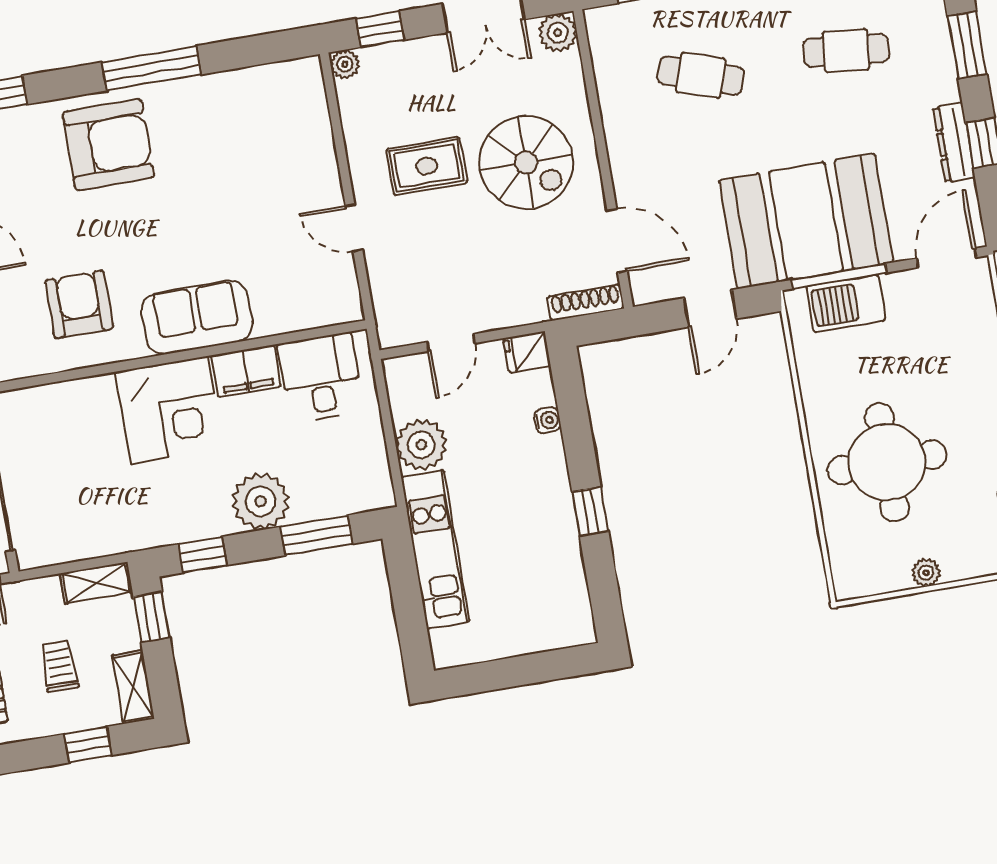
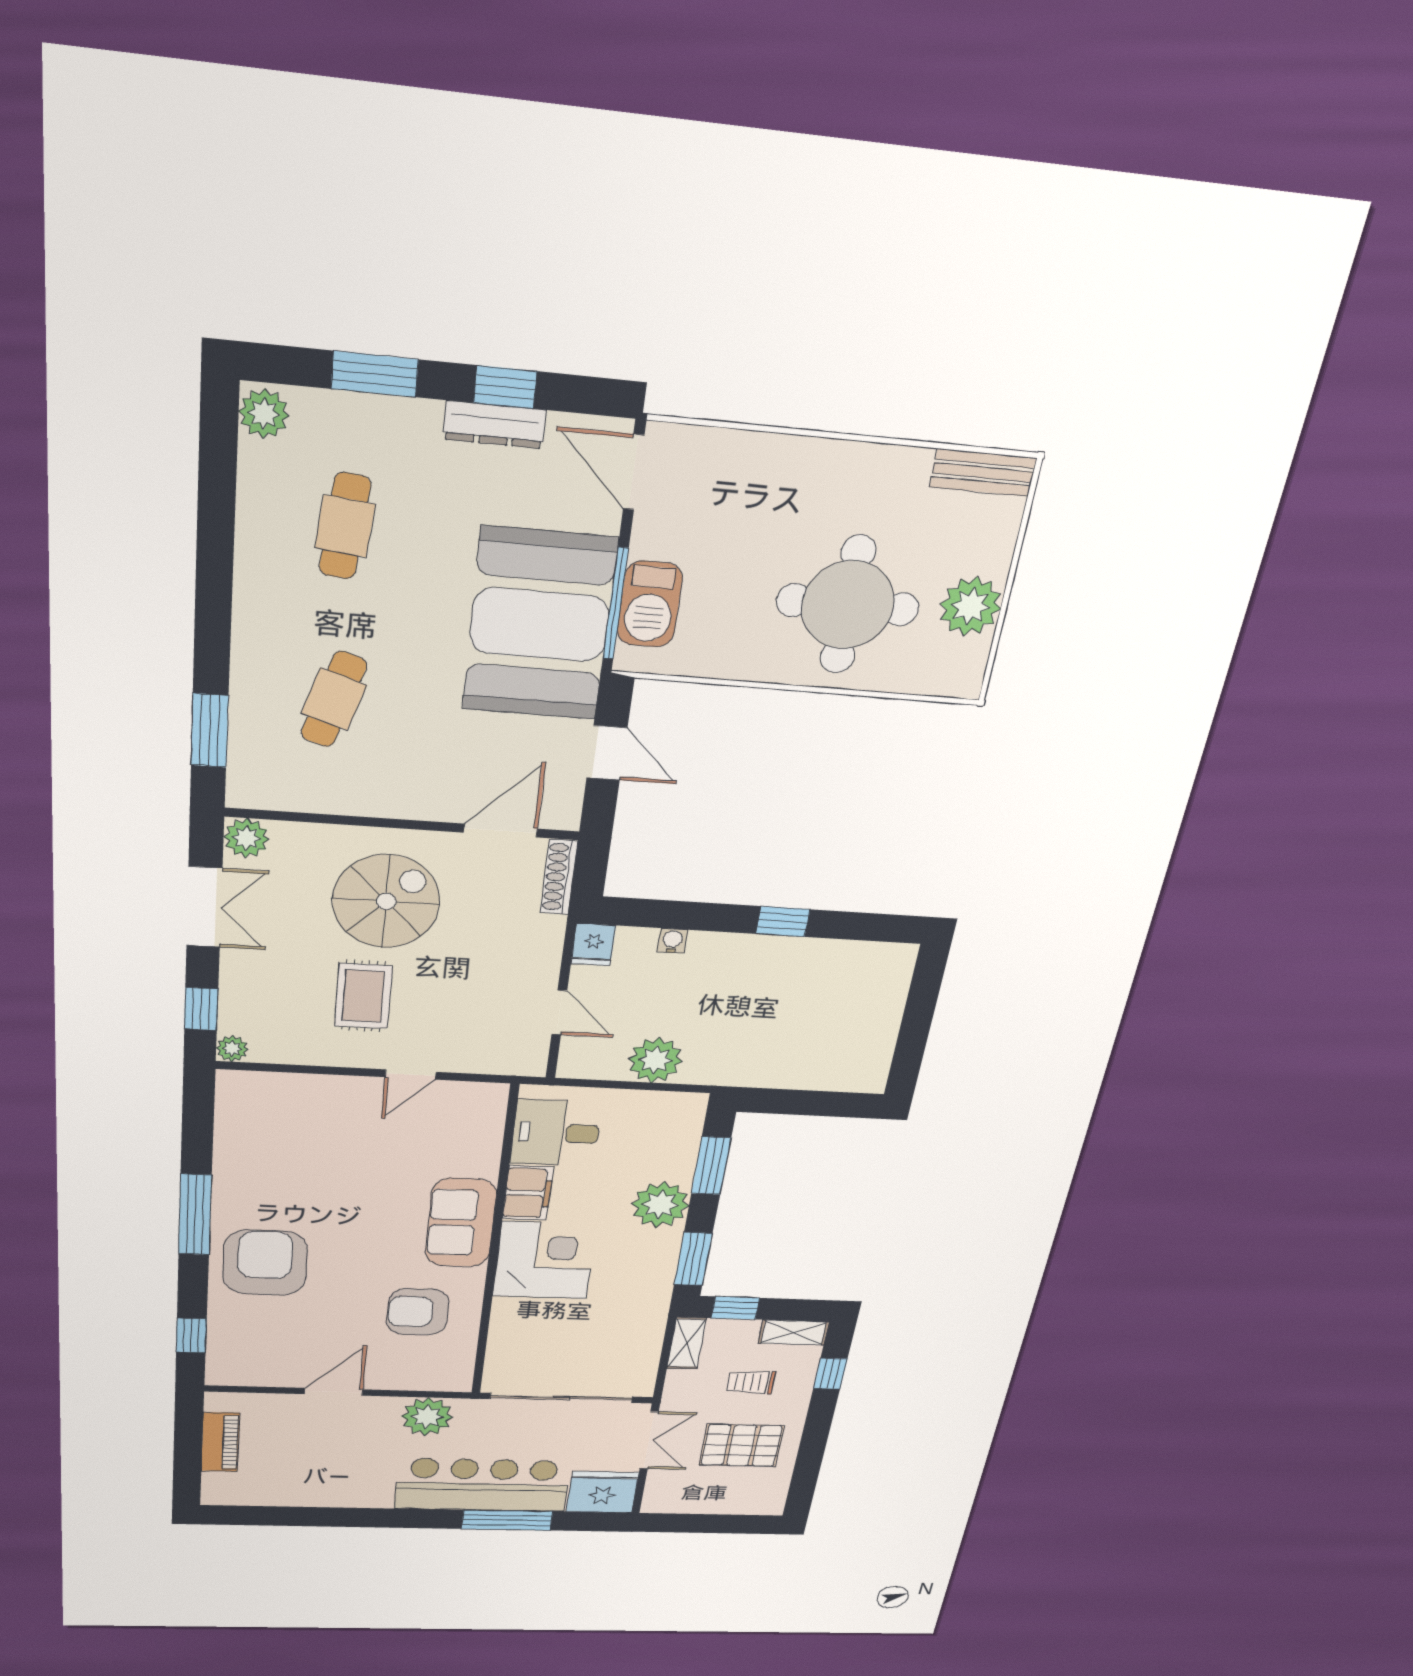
kitchen unit: (435, 549) -> (765, 1069), removed
window: (203, 555) -> (693, 1259), width x1.50
plant: (926, 573) -> (971, 606), width x1.87, depth x1.87

